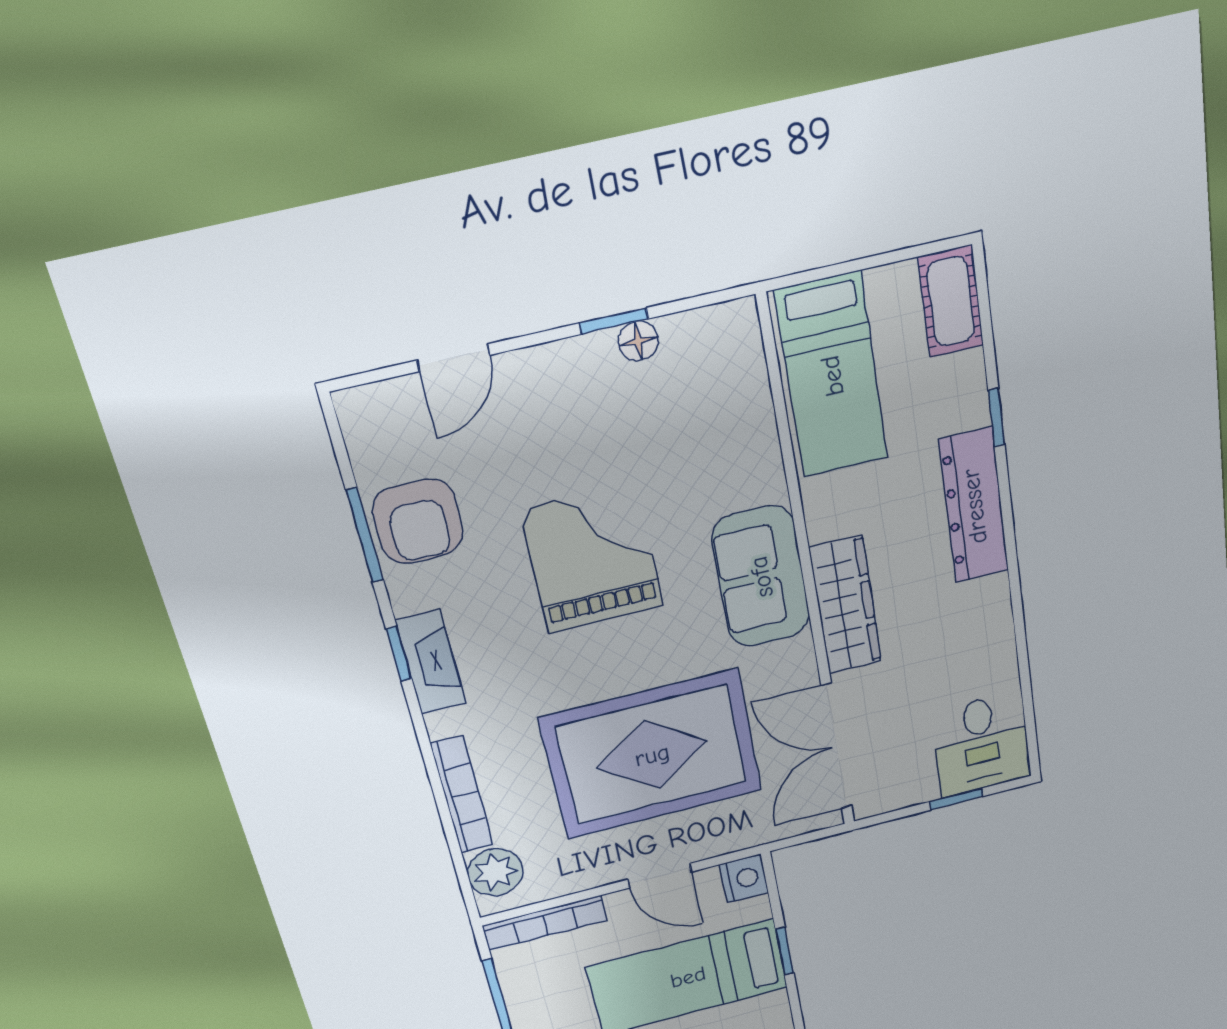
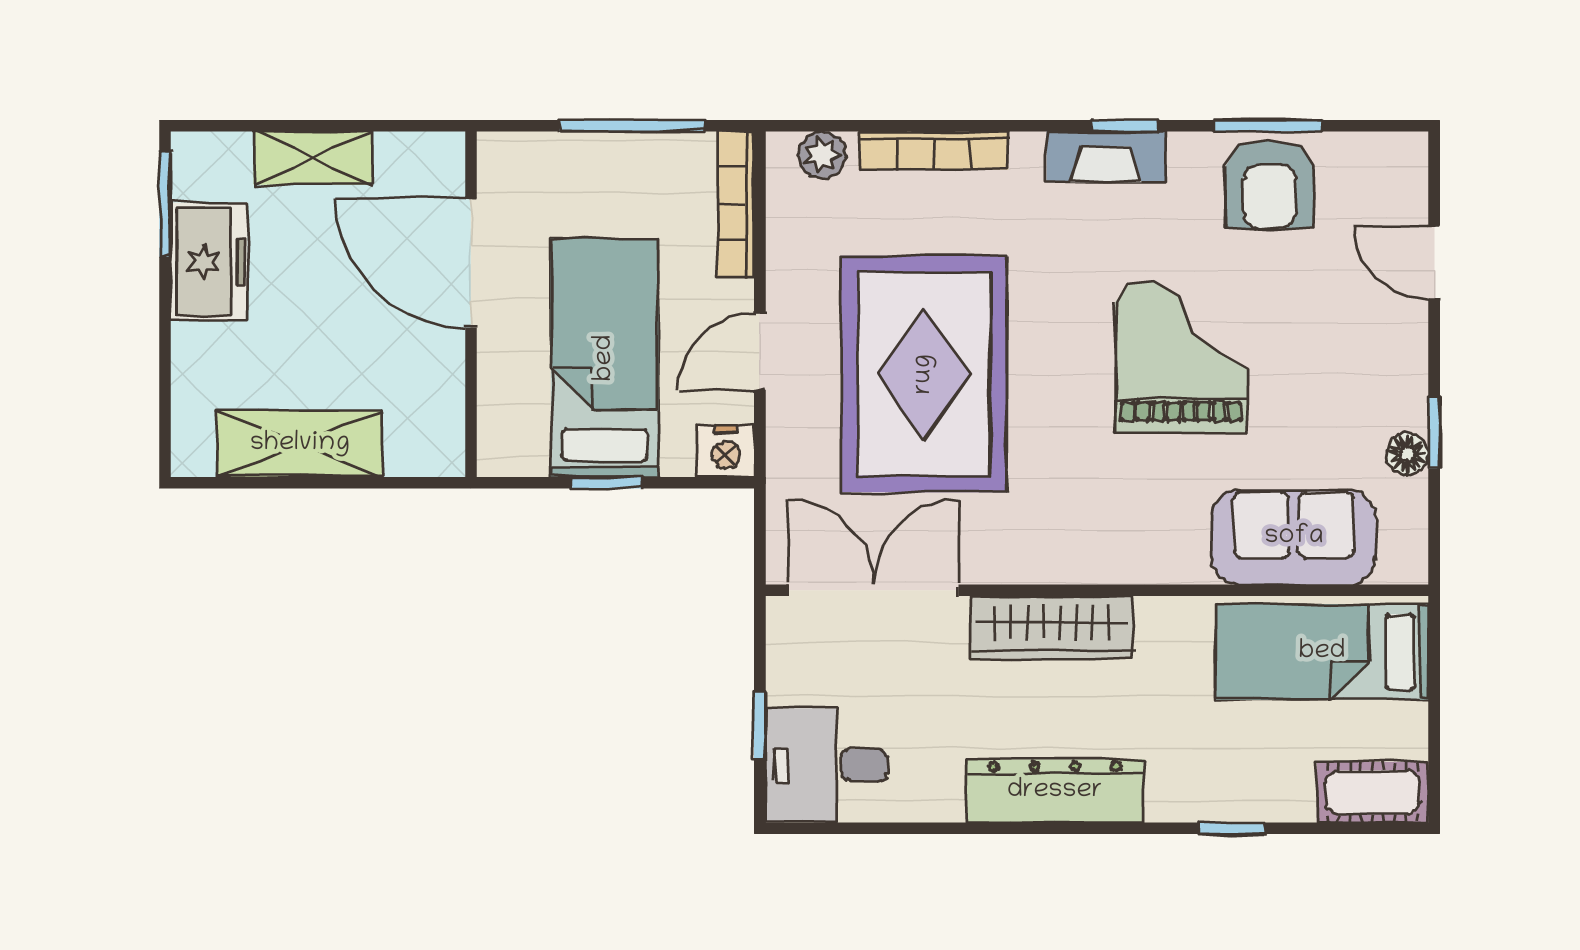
dresser: (974, 506) -> (1055, 791), moved
armchair: (418, 521) -> (1270, 184), turned -91
grand piano: (592, 558) -> (1181, 357), turned -90
sofa: (761, 577) -> (1294, 537), moved
plant: (495, 872) -> (822, 155), width x0.73, depth x0.73

